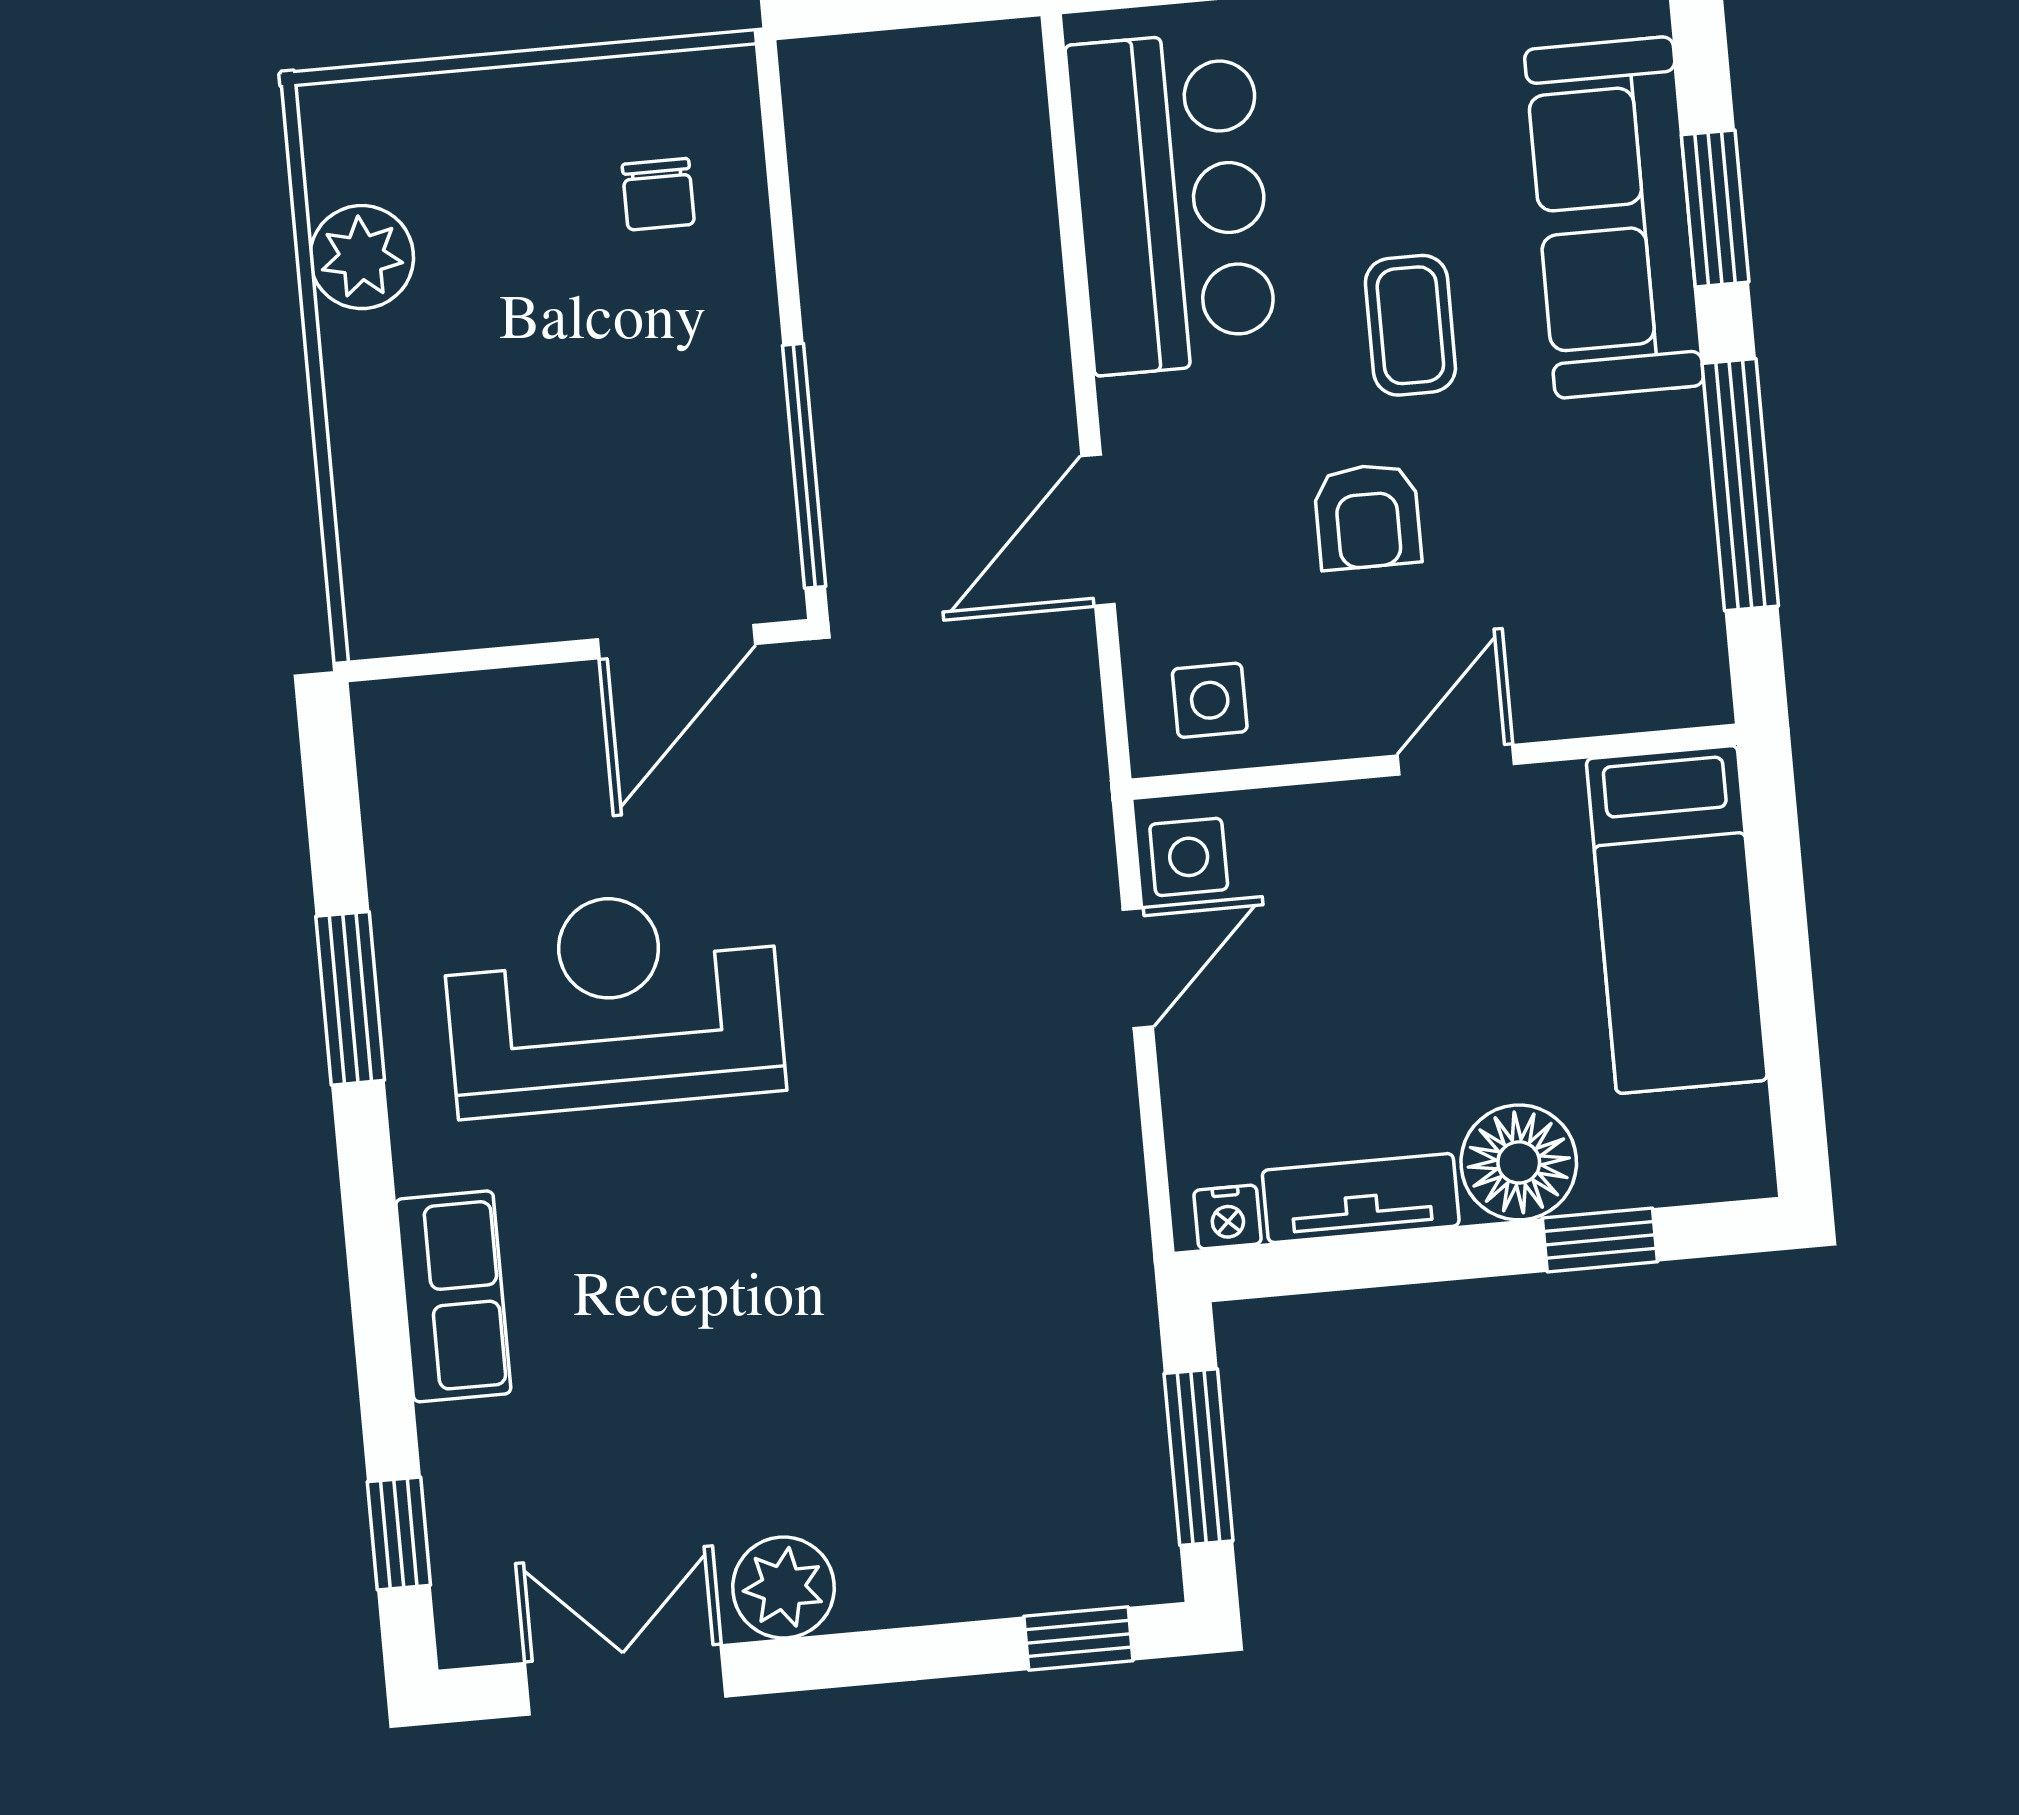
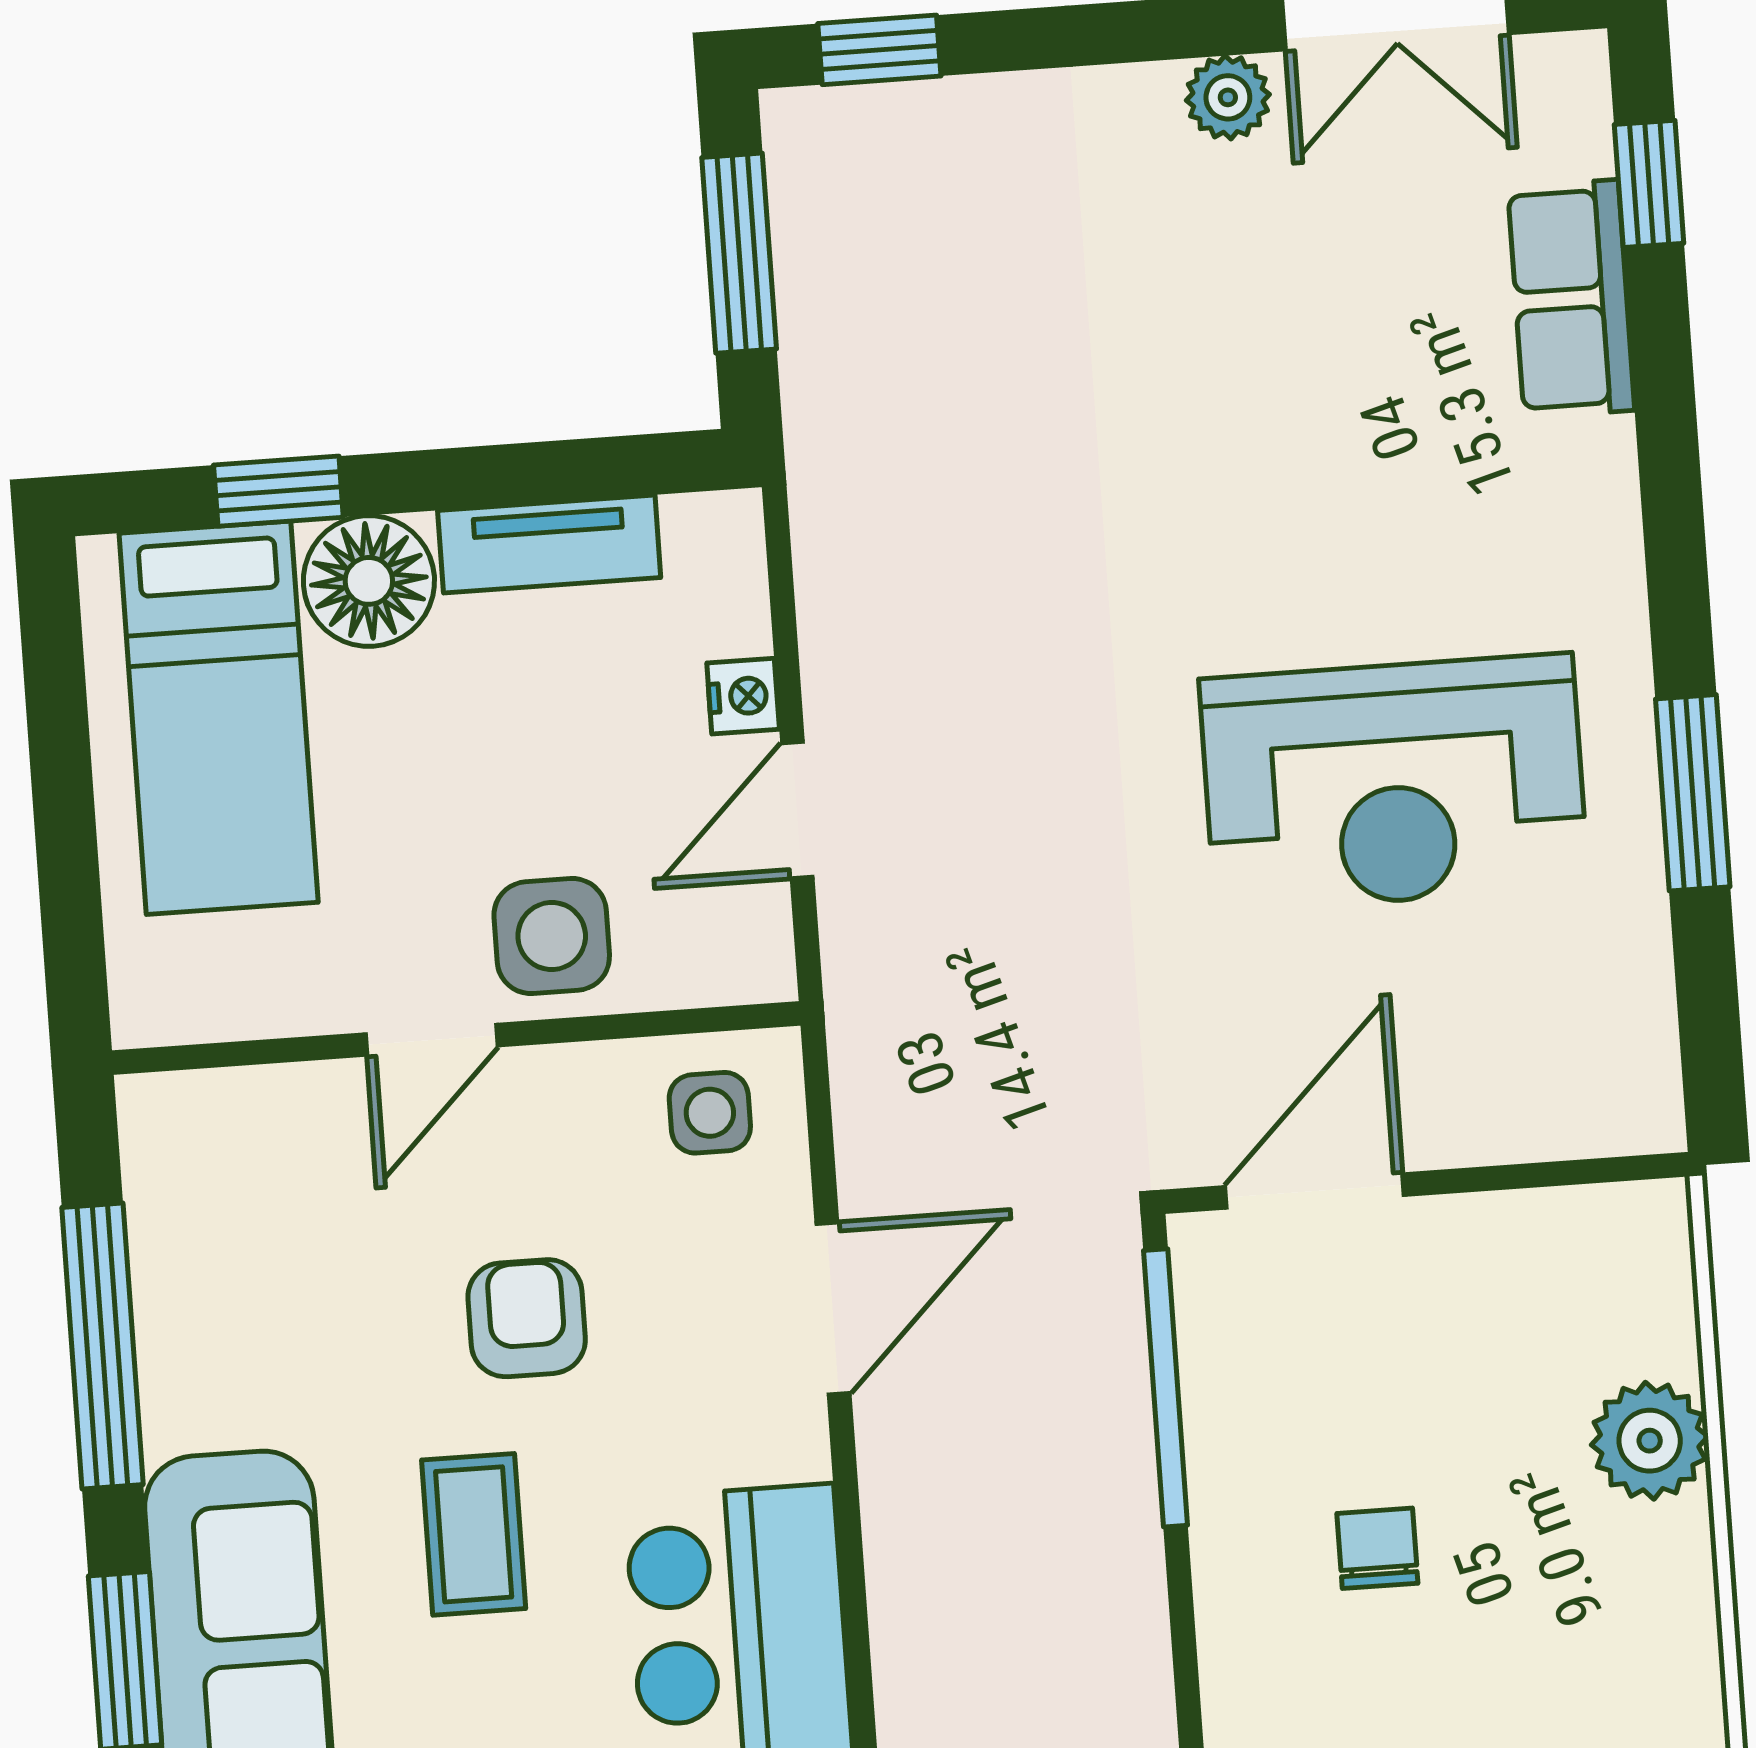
chair: (658, 194) -> (1377, 1548), moved
plant: (362, 257) -> (1650, 1441), moved
side table: (1189, 857) -> (552, 936), moved, width x1.37, depth x1.37
bed: (1677, 919) -> (219, 718), moved, turned 180
nightstand: (1227, 1217) -> (743, 696), moved, turned 90
row of seats: (453, 1296) -> (1571, 299), moved
plant: (784, 1588) -> (1228, 97), width x0.73, depth x0.73

